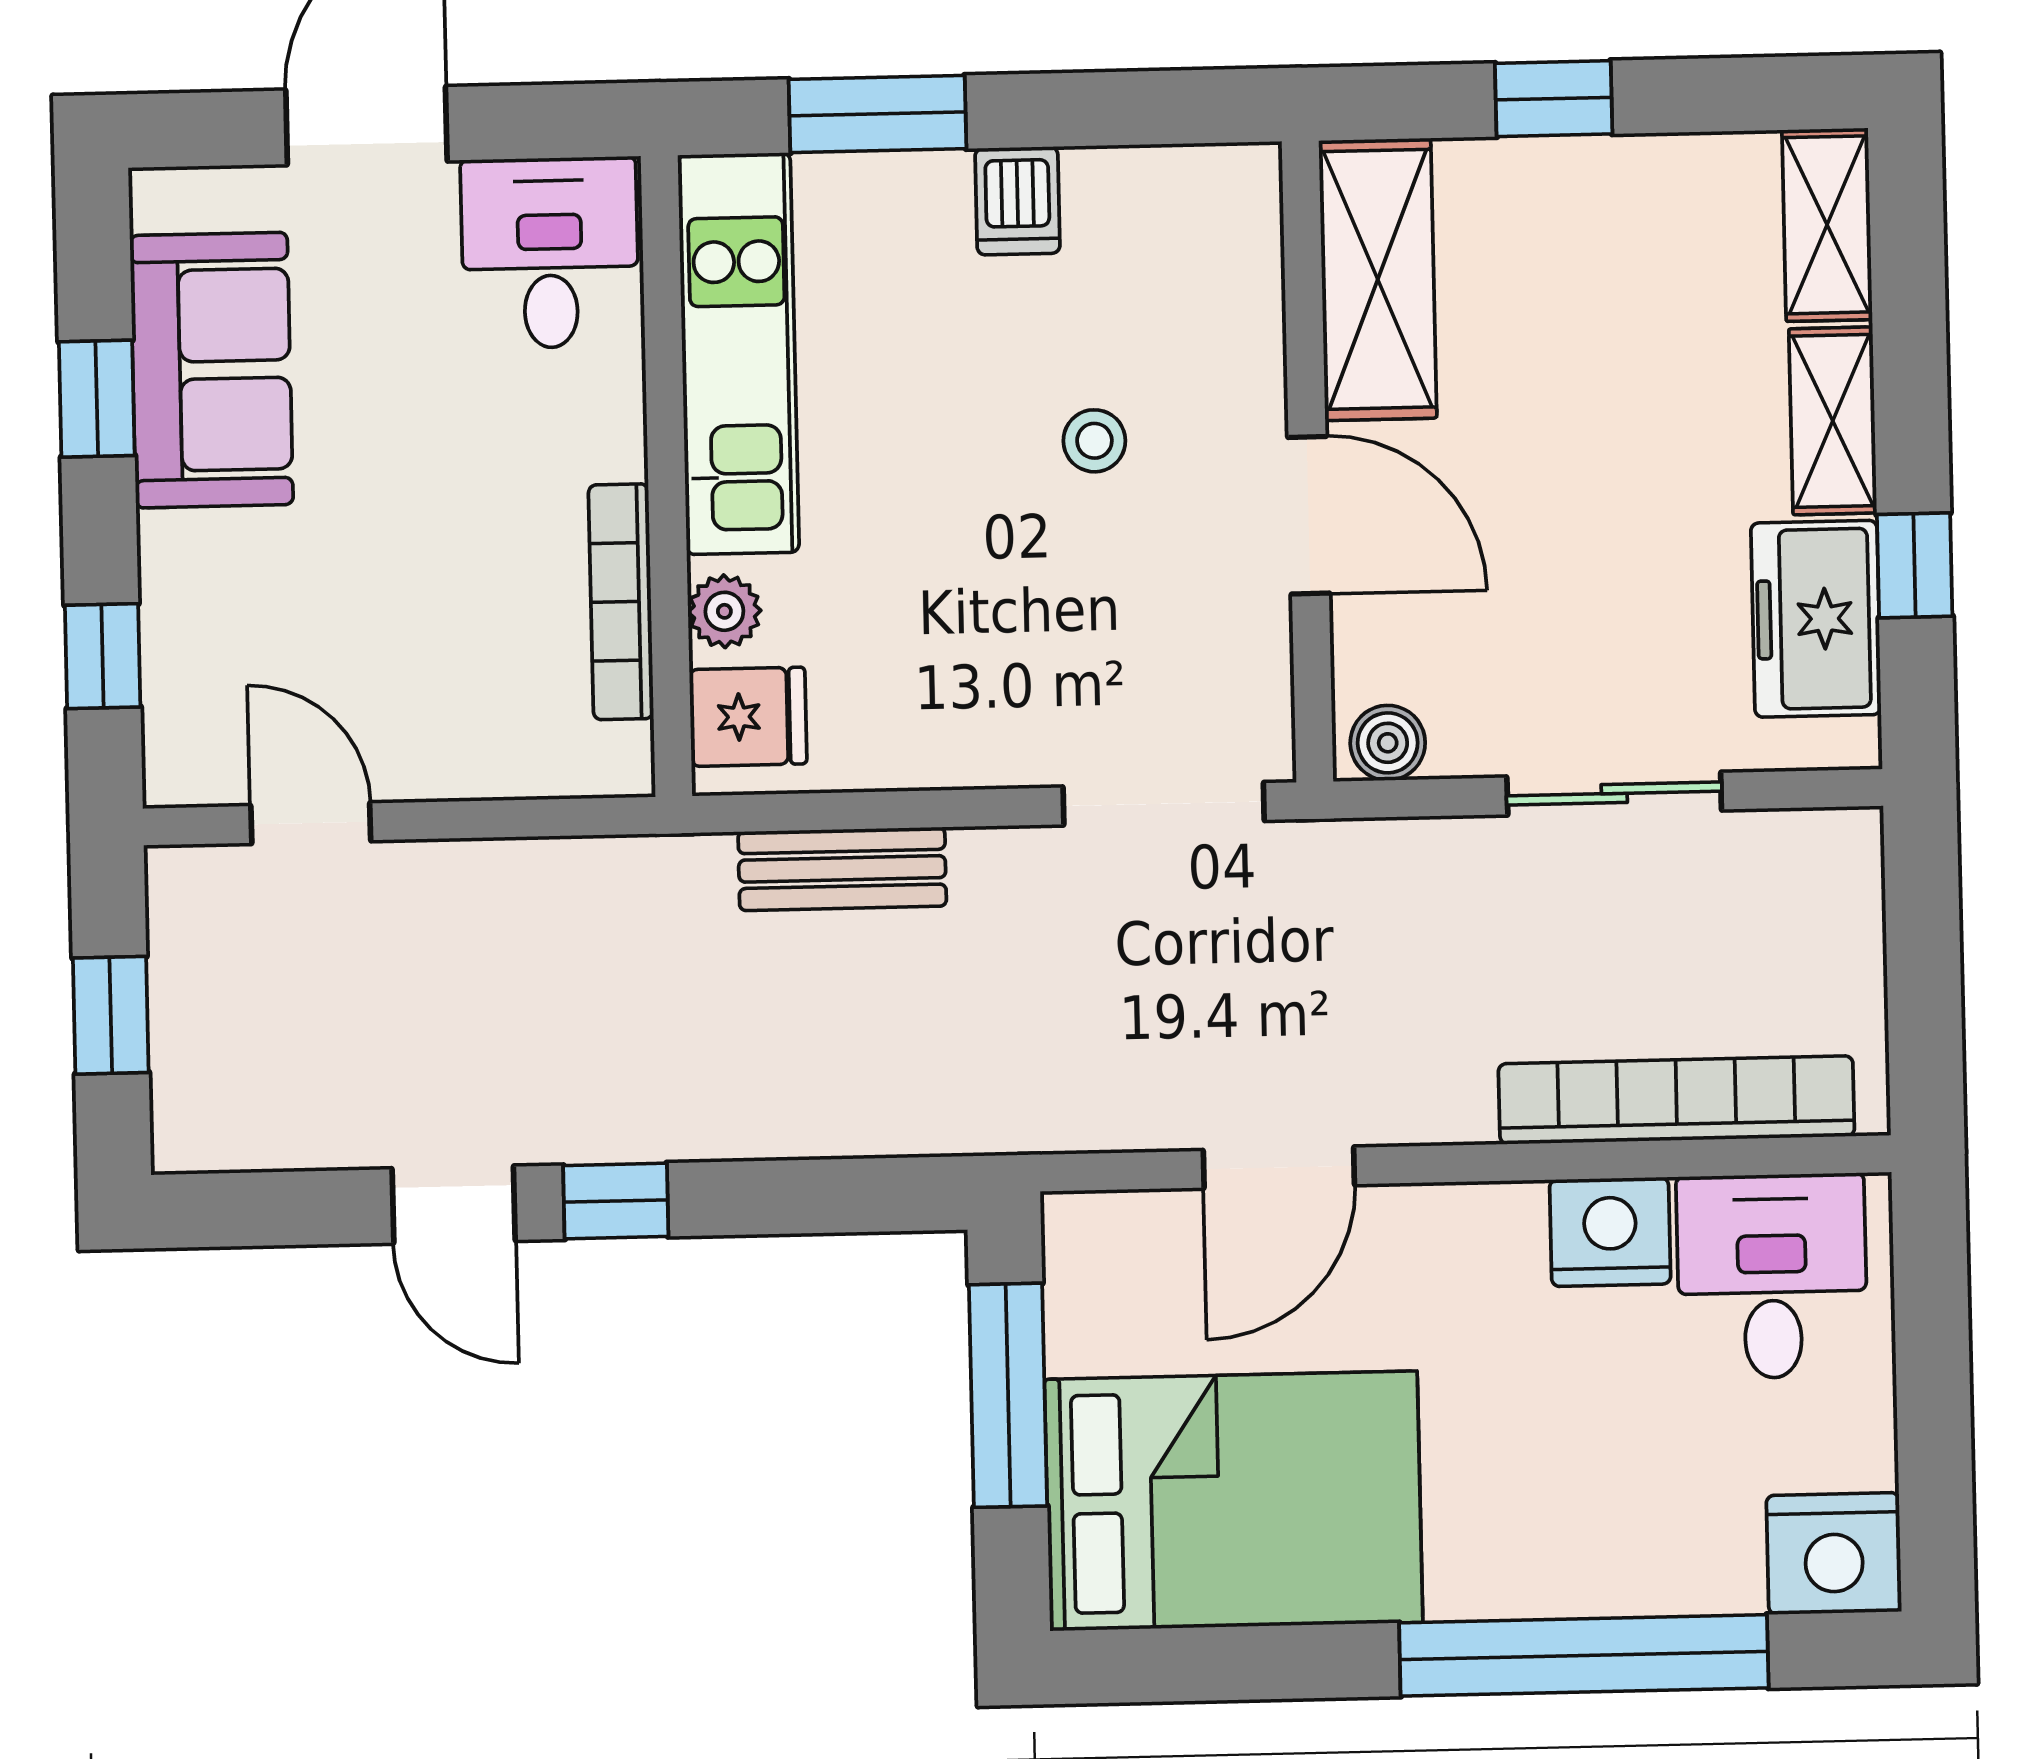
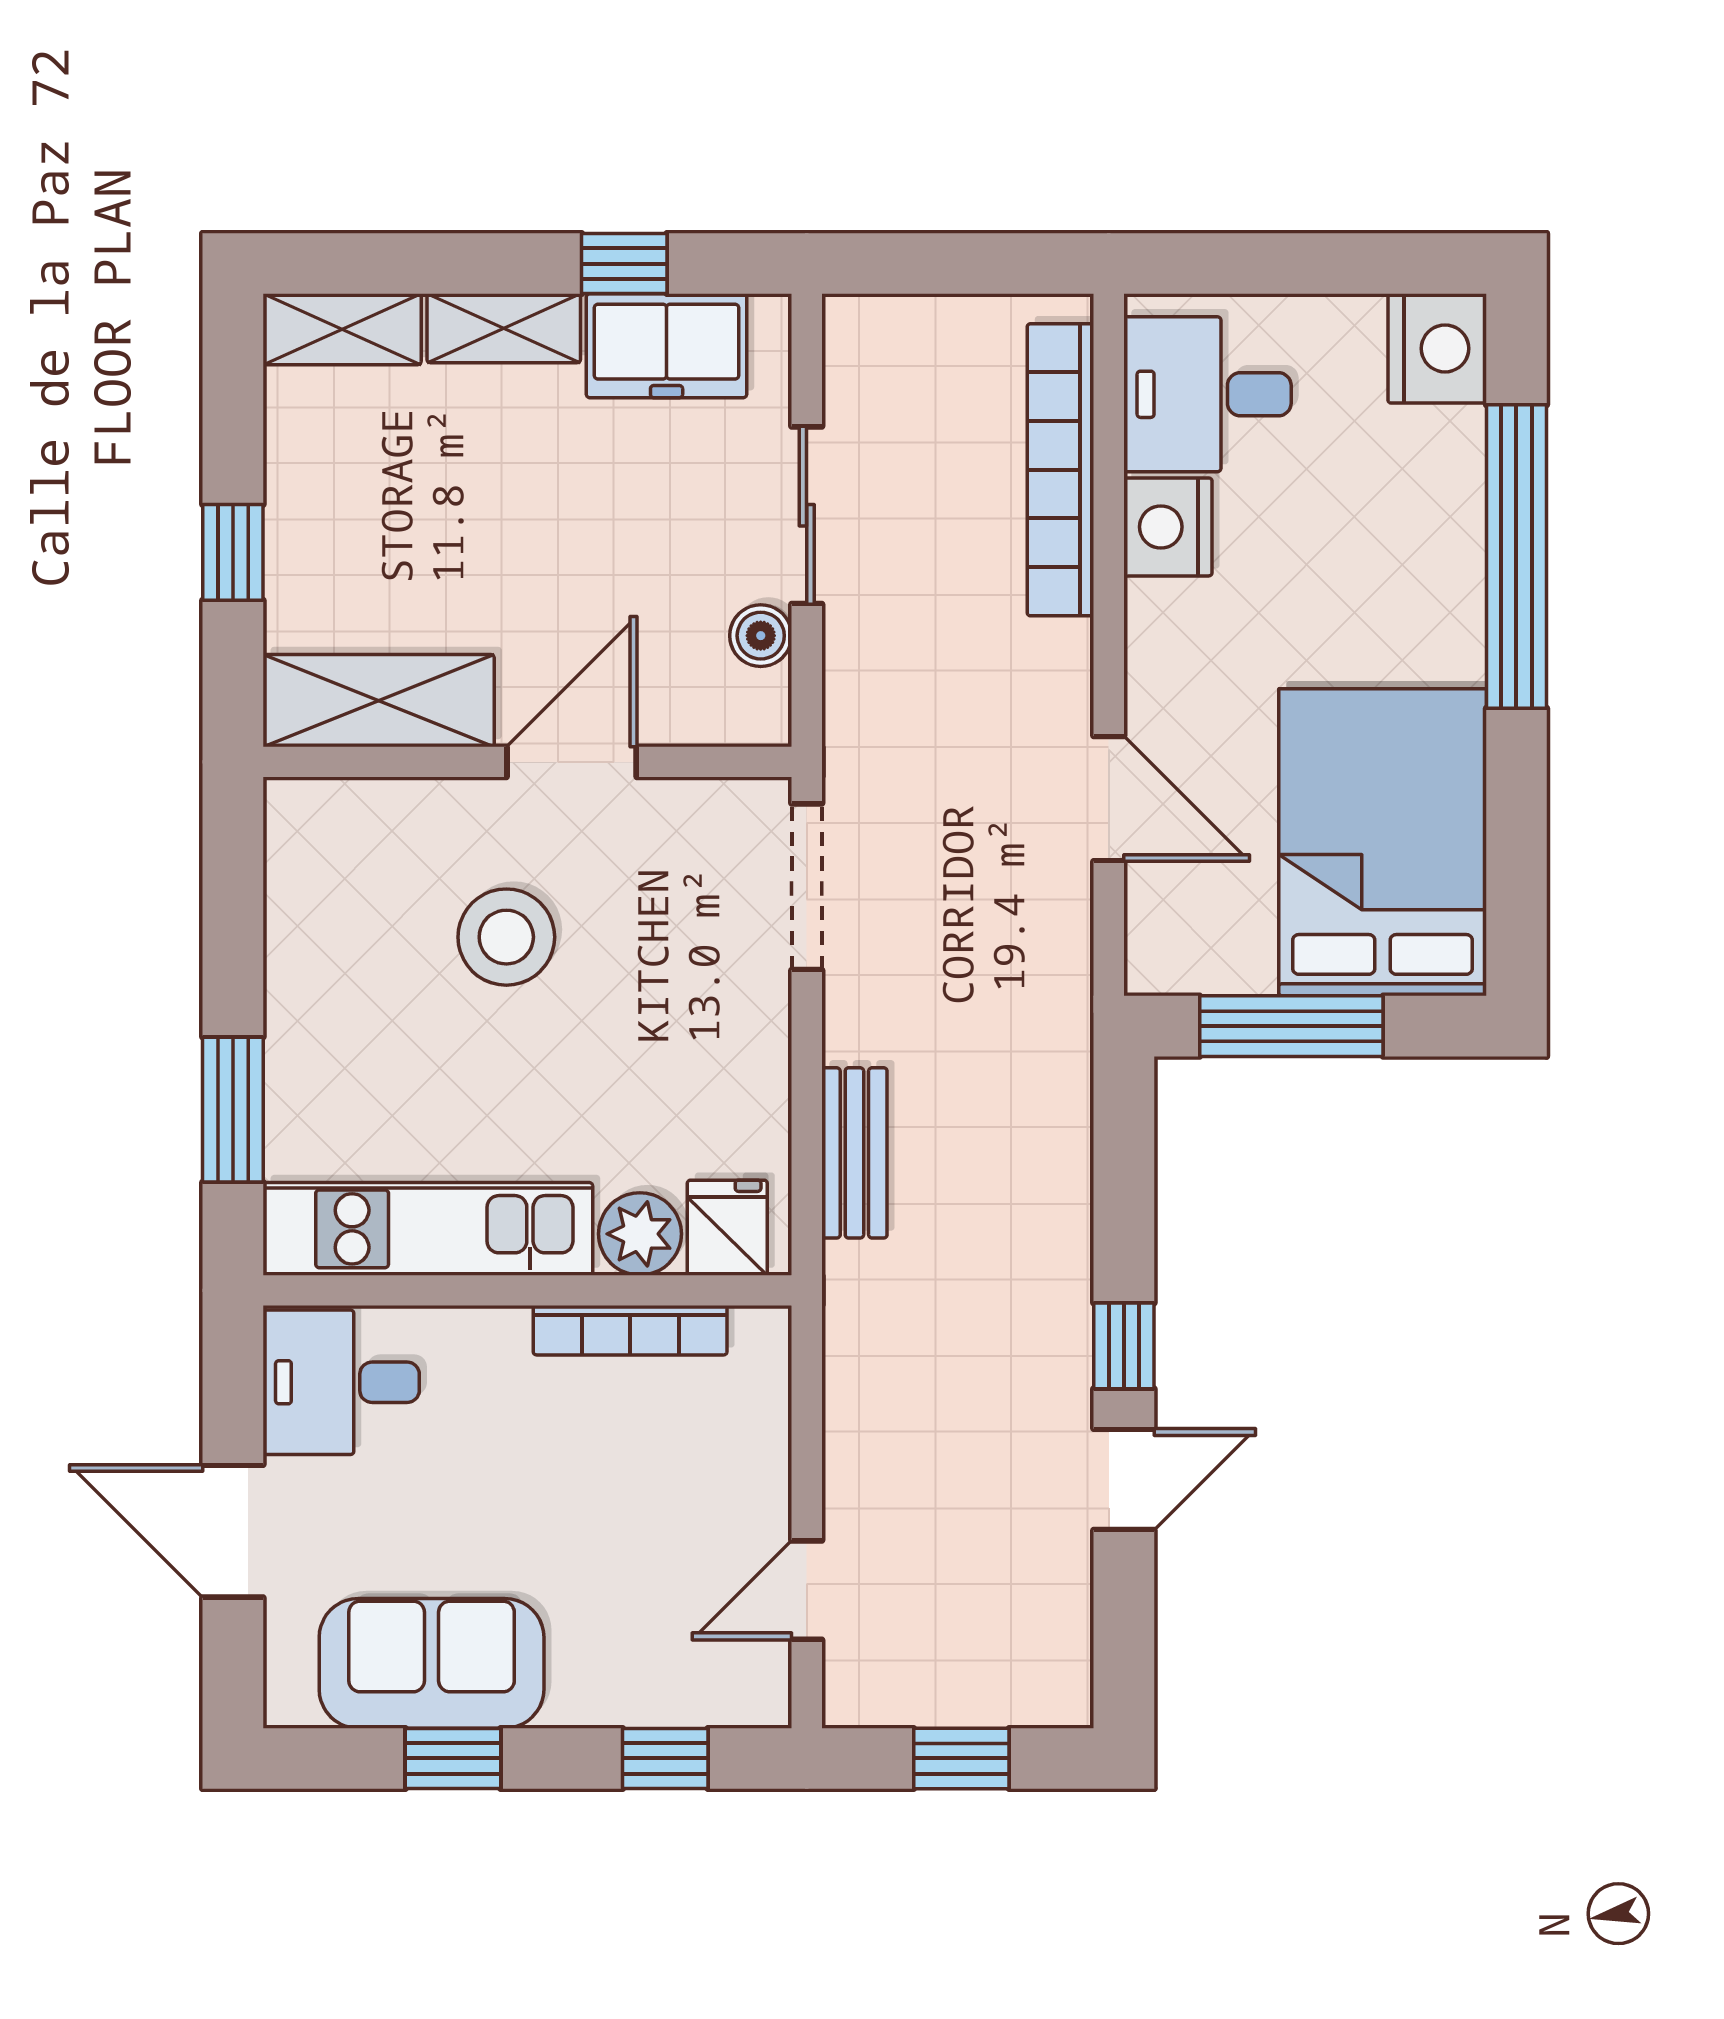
dishwasher: (1017, 201) -> (307, 996), removed
stool: (1094, 441) -> (506, 937), width x1.89, depth x1.89
plant: (724, 611) -> (640, 1234), width x1.38, depth x1.38
boiler: (1388, 743) -> (761, 636), moved

